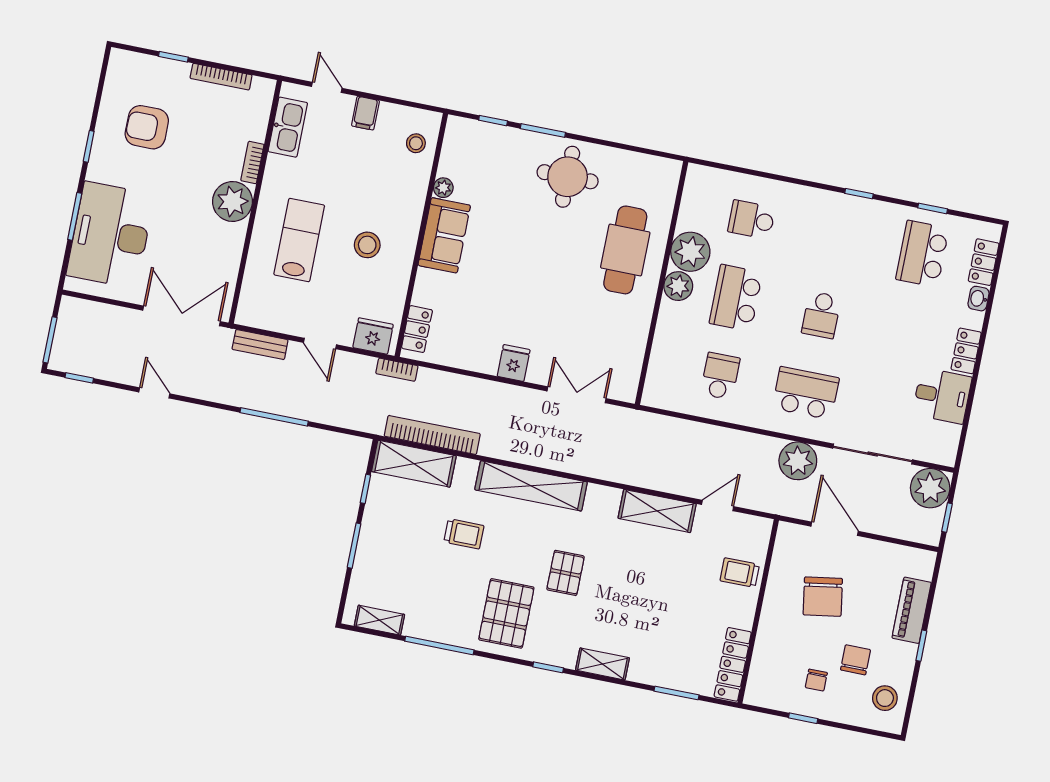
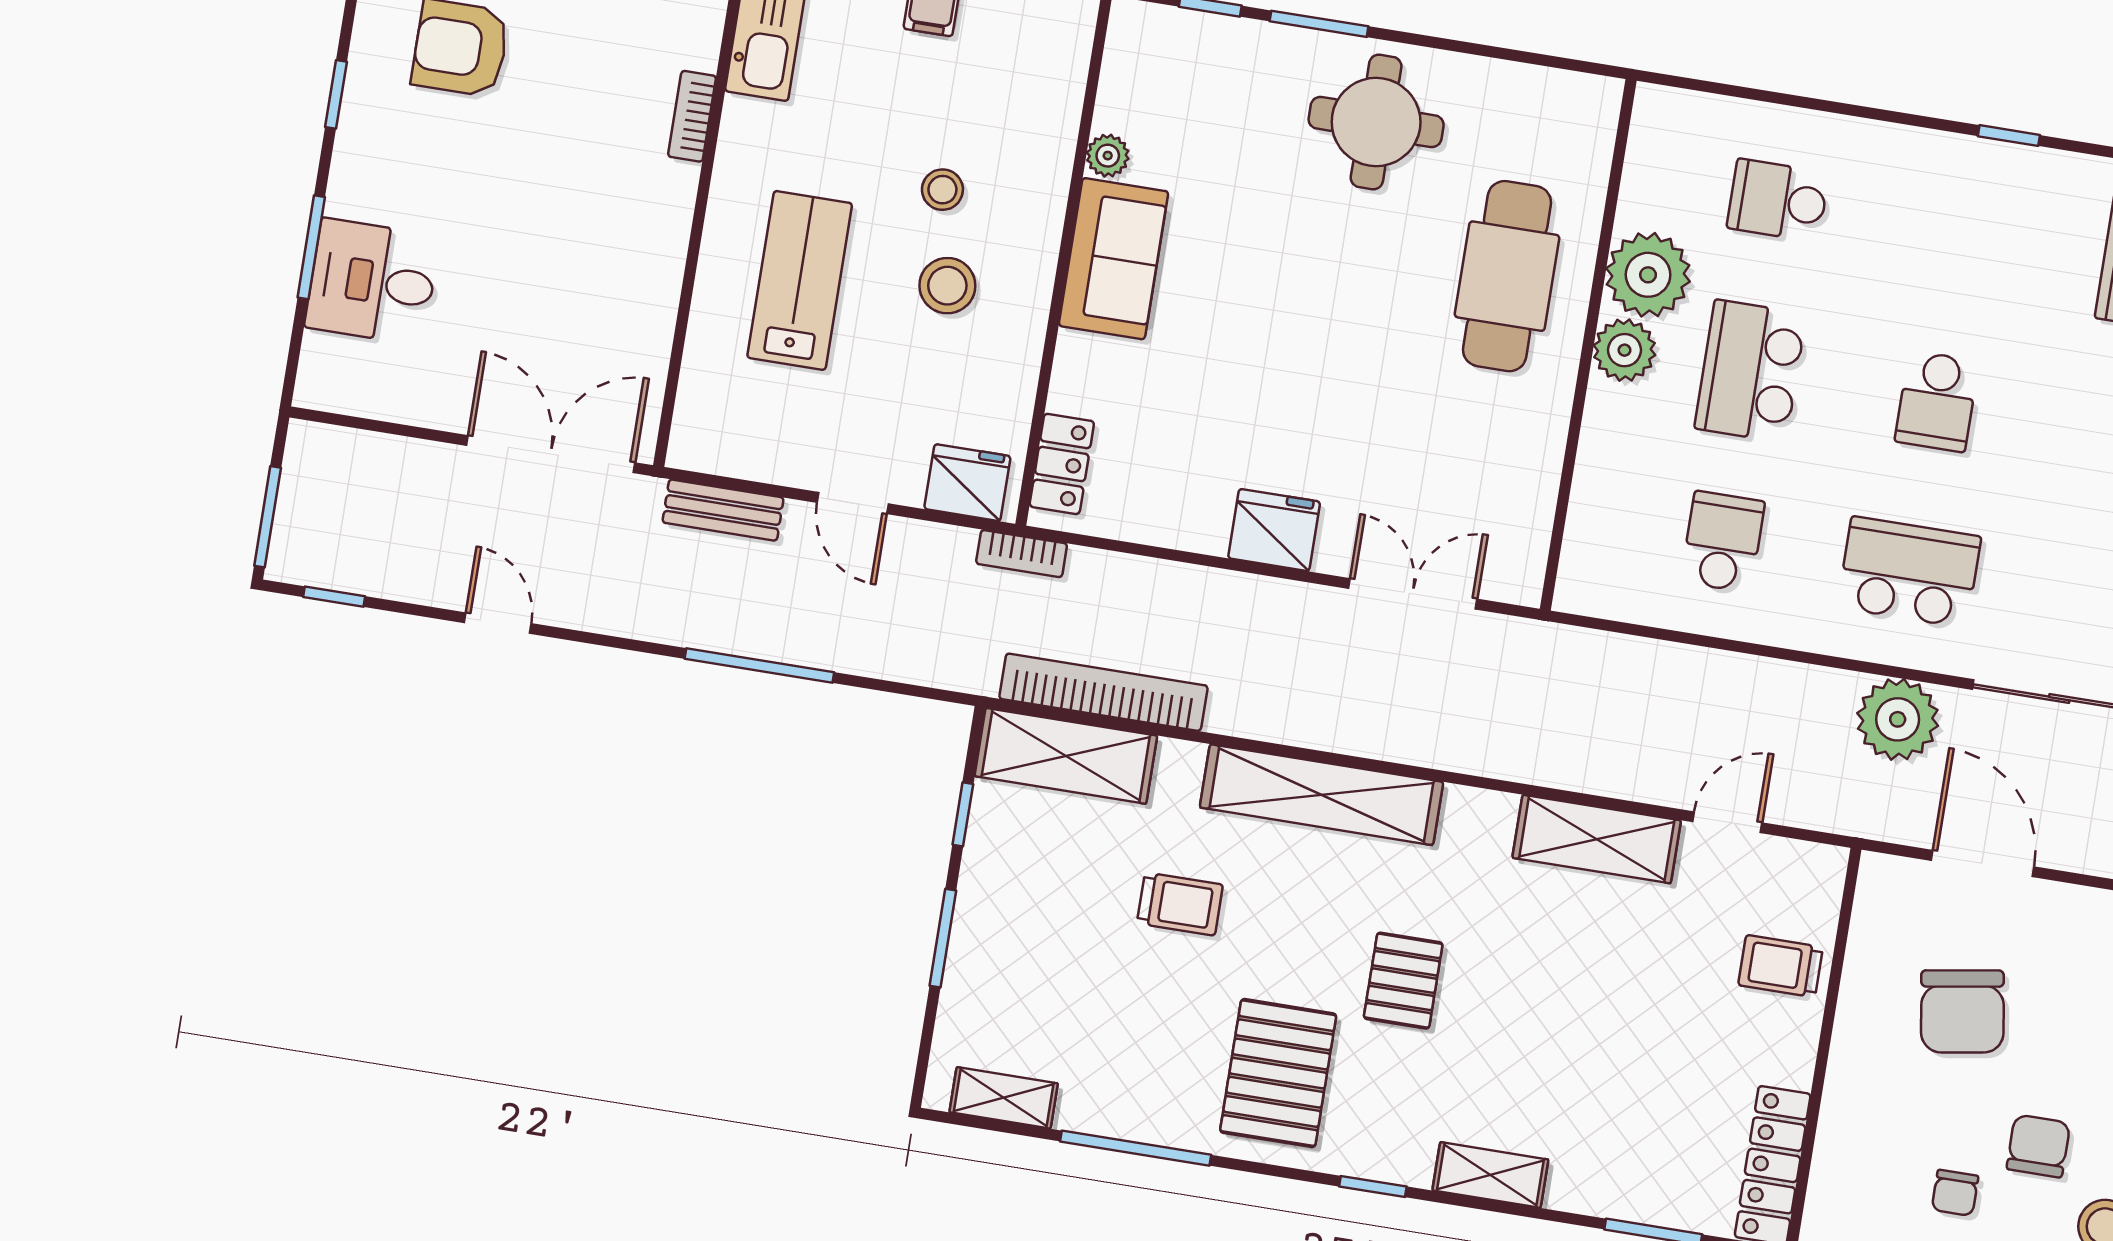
stool: (416, 143) -> (942, 190), moved
plant: (233, 201) -> (652, 202), removed
desk: (110, 235) -> (372, 282), width x0.53, depth x0.77
fridge: (514, 363) -> (1274, 530), width x1.38

